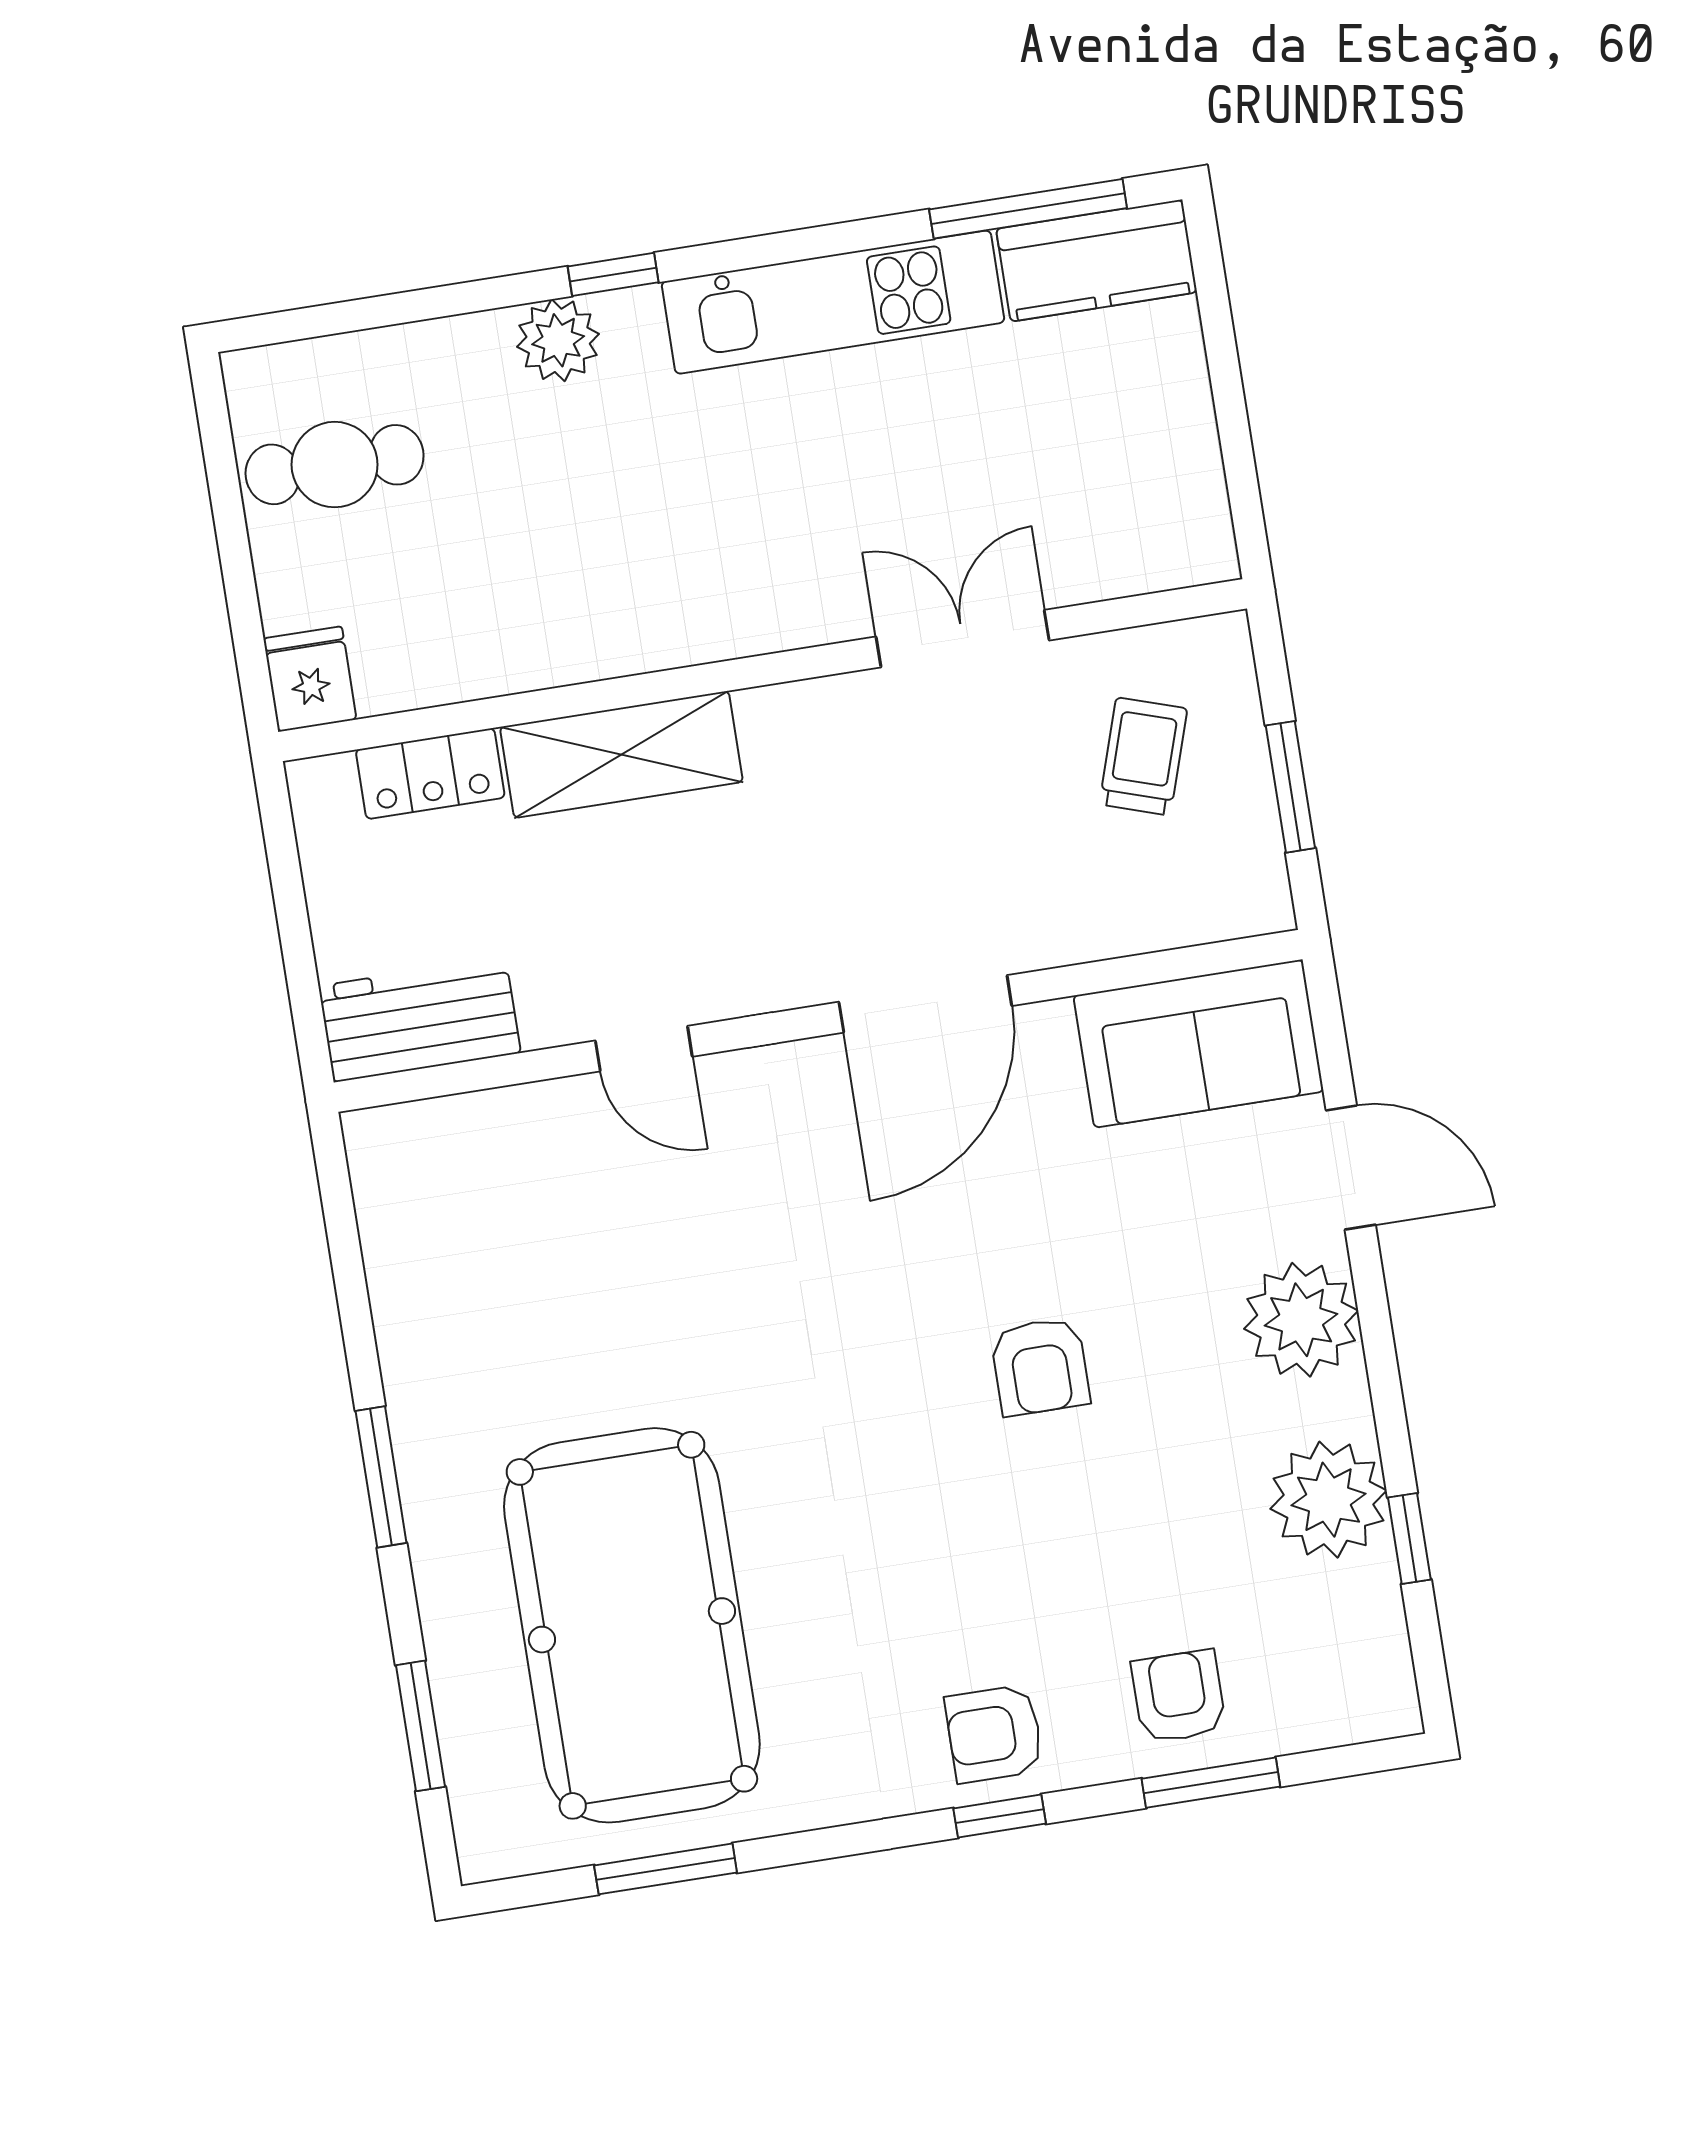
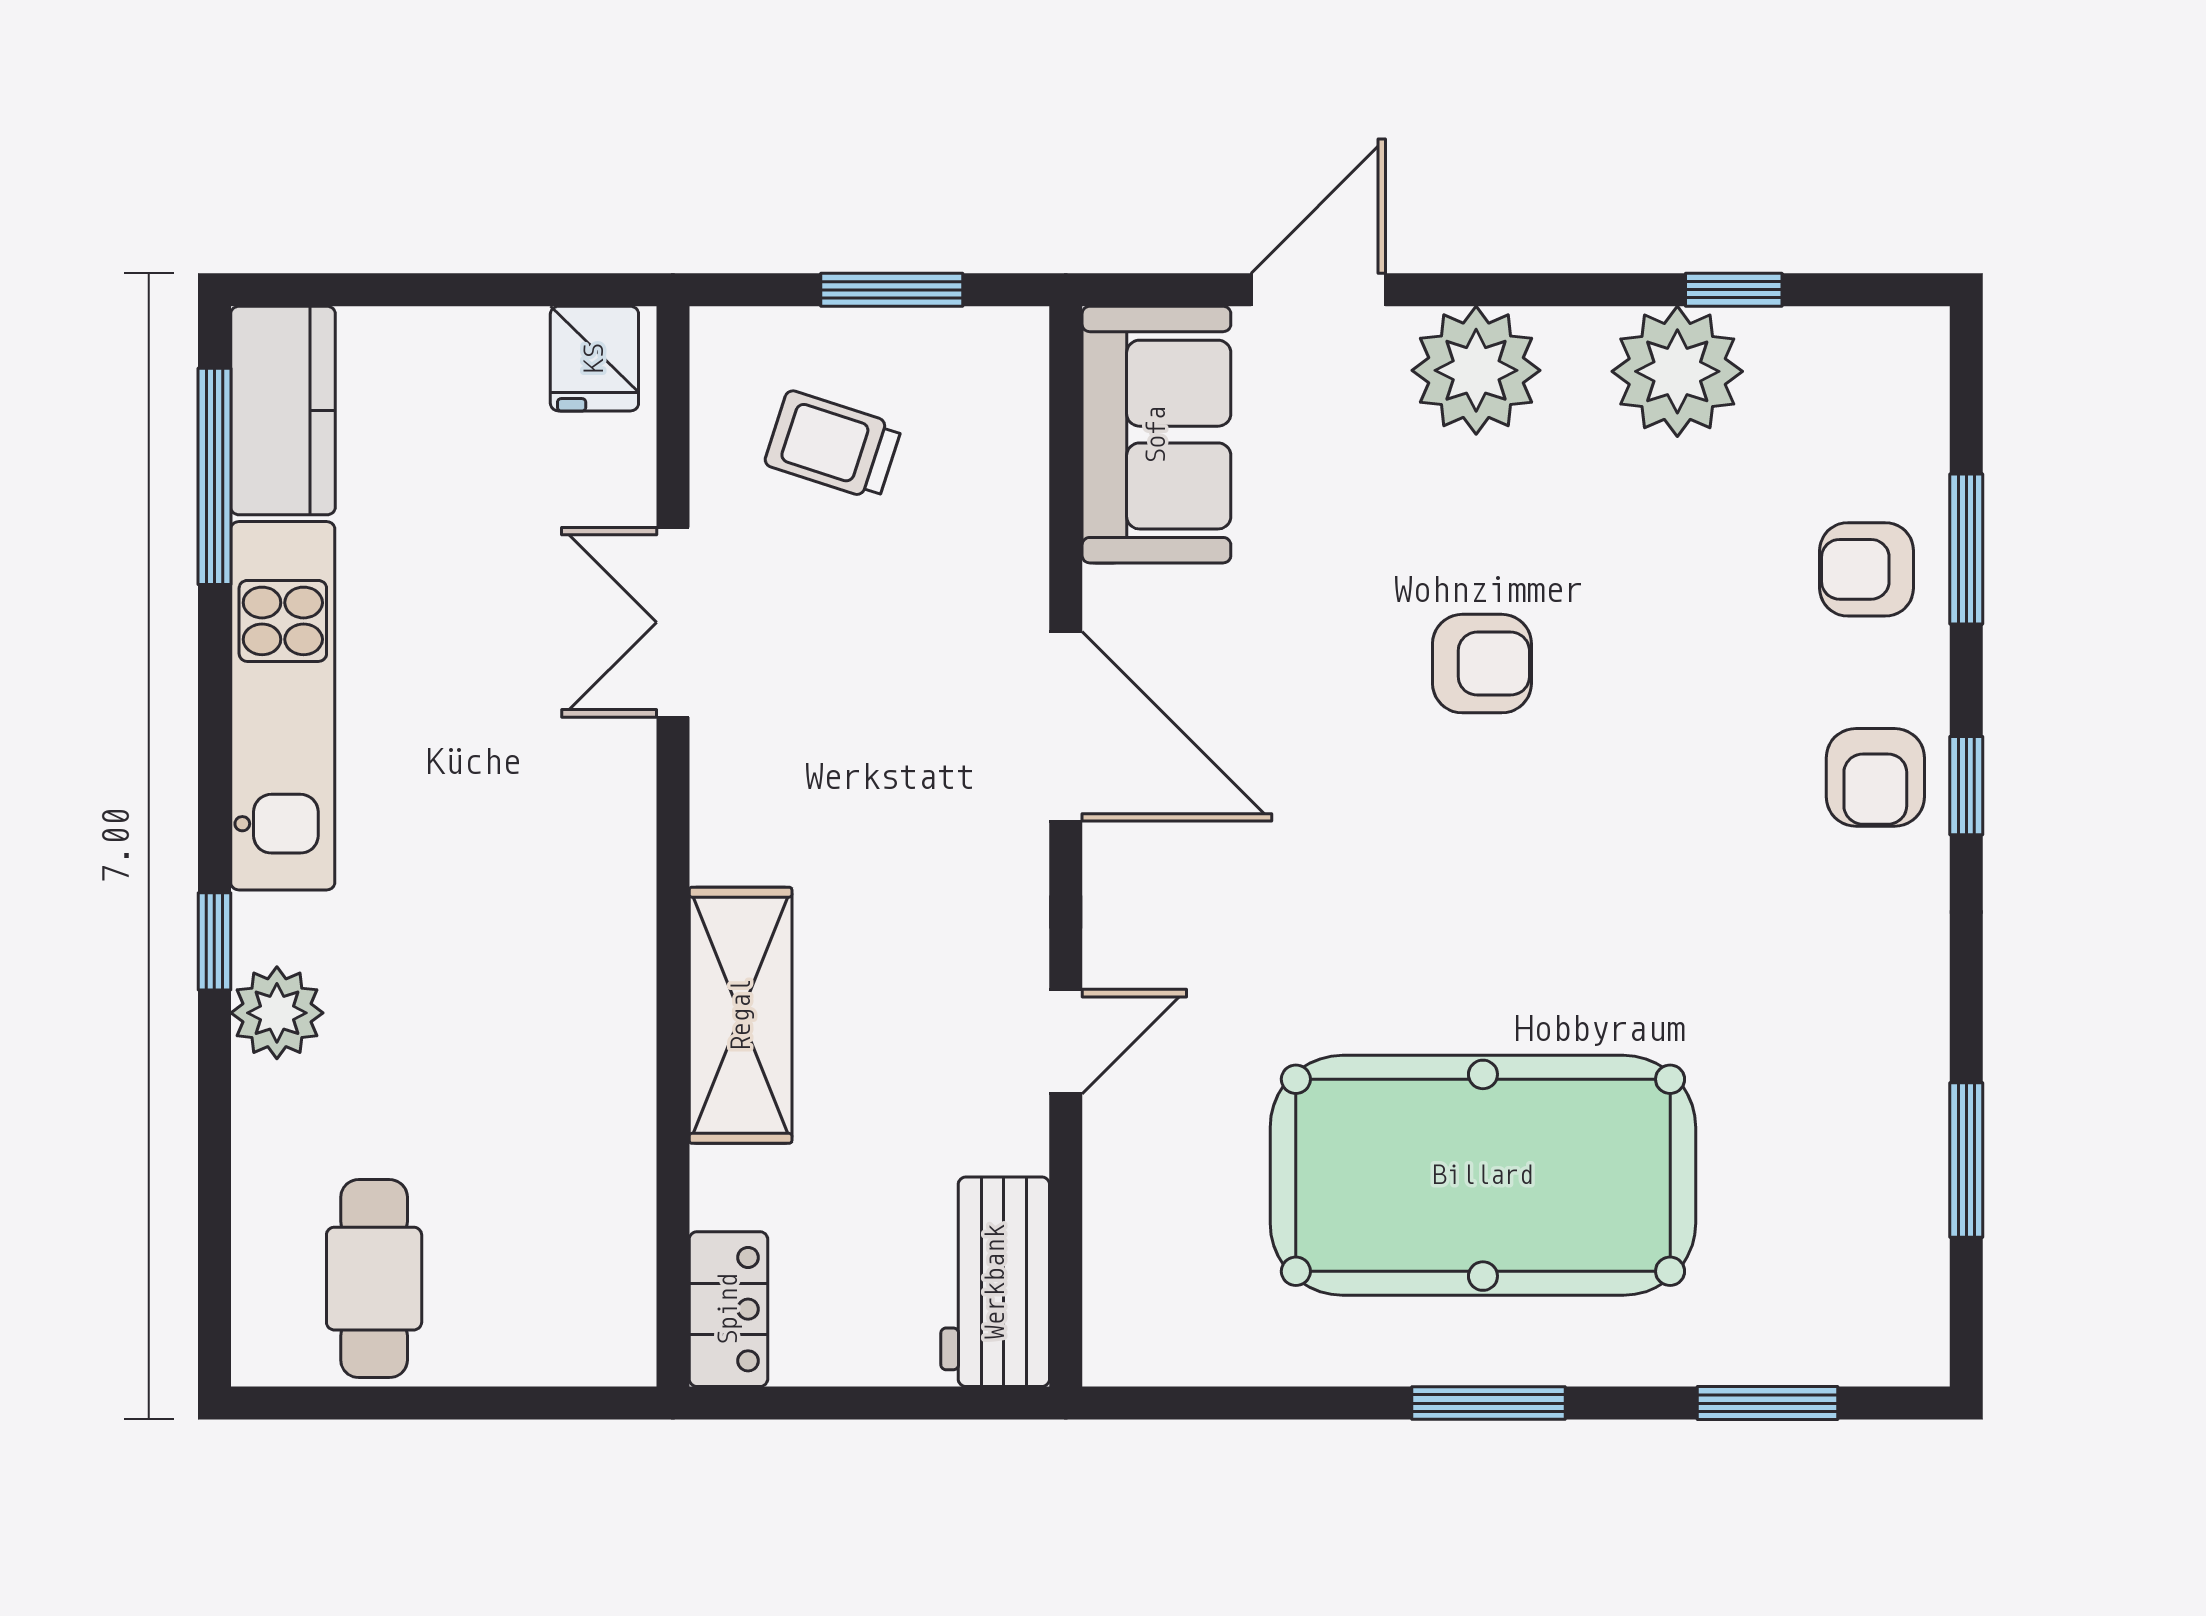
fridge: (310, 679) -> (594, 359), moved, turned -90
locker: (430, 774) -> (728, 1309), moved
pool table: (632, 1625) -> (1483, 1175), moved

